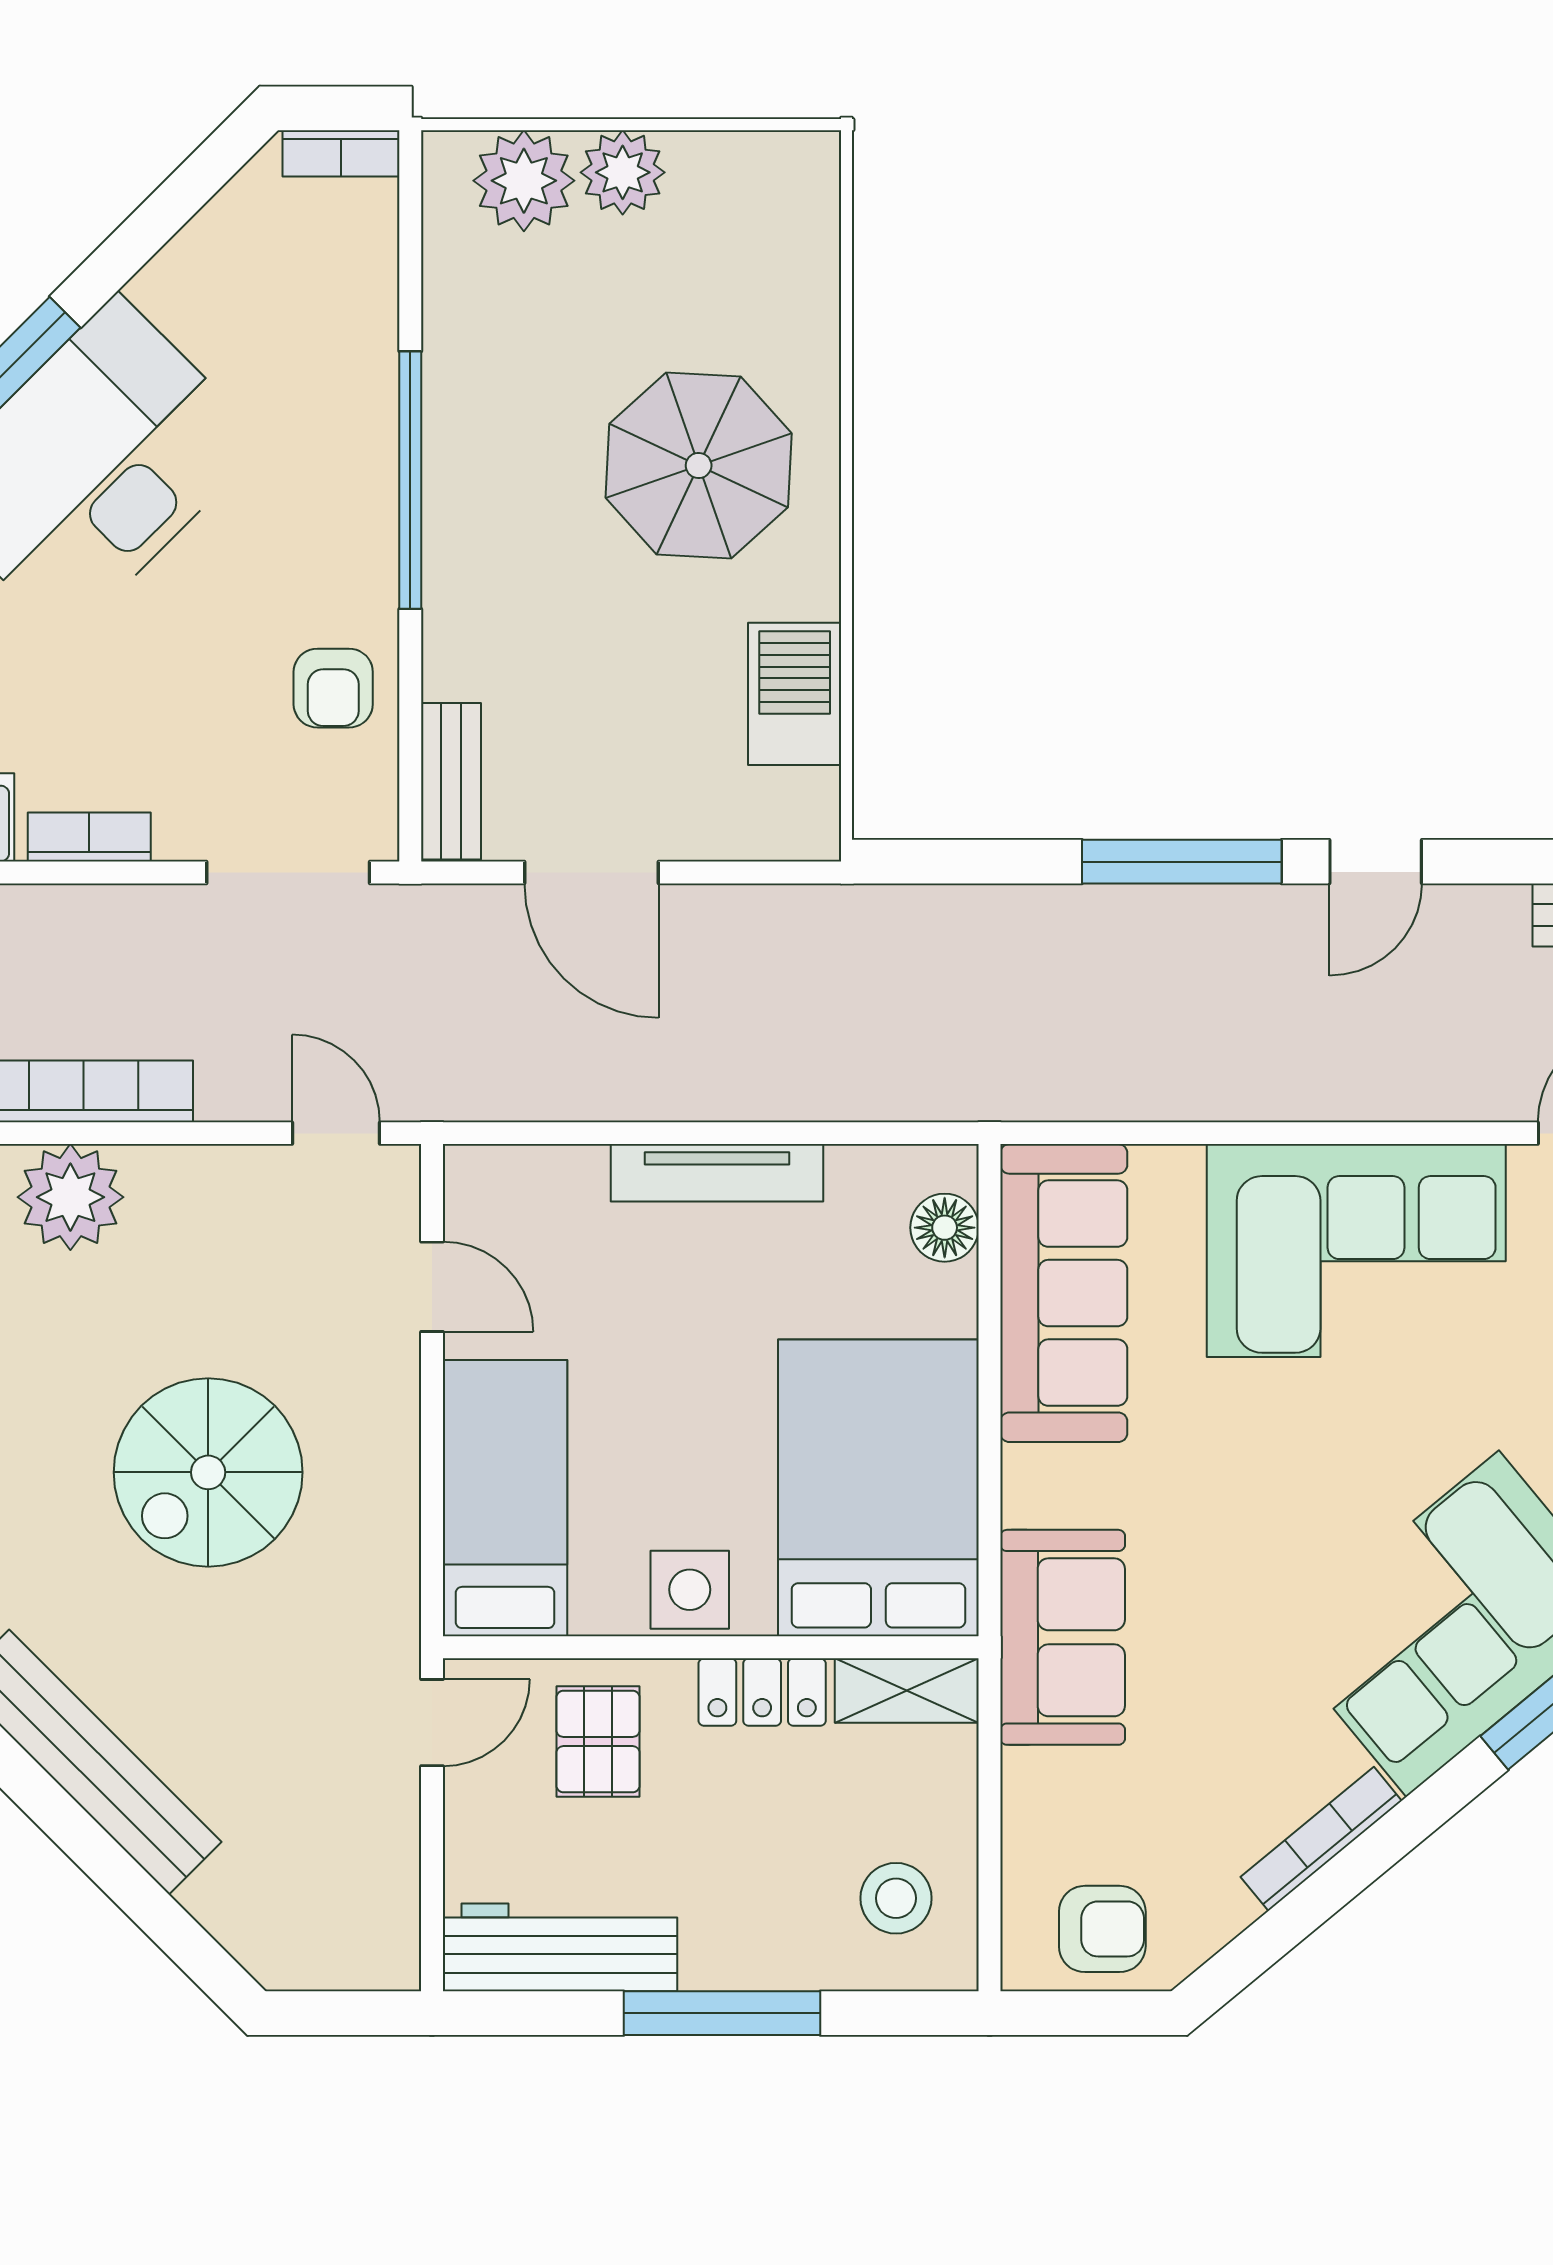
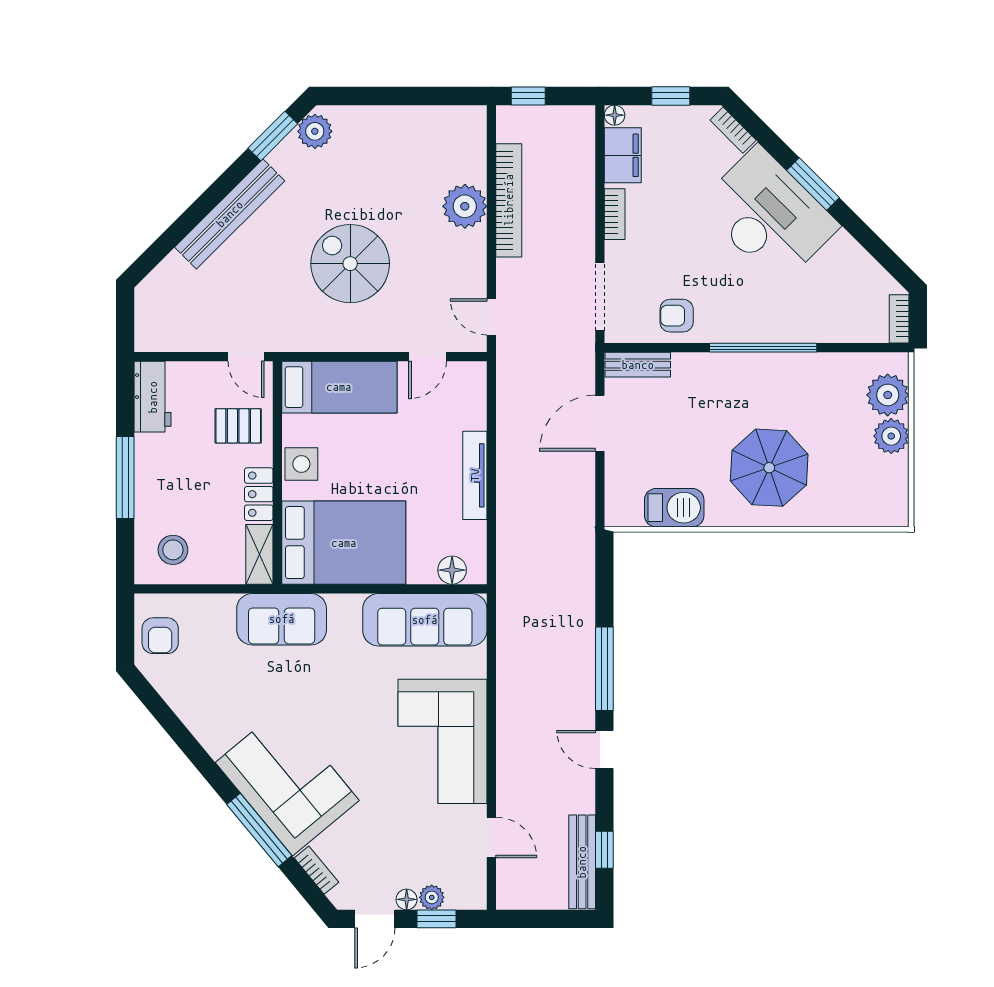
door: (336, 1133) -> (491, 317), swing flipped
bookcase: (1321, 1839) -> (198, 727), removed
workbench: (560, 1947) -> (153, 397), width x0.73

